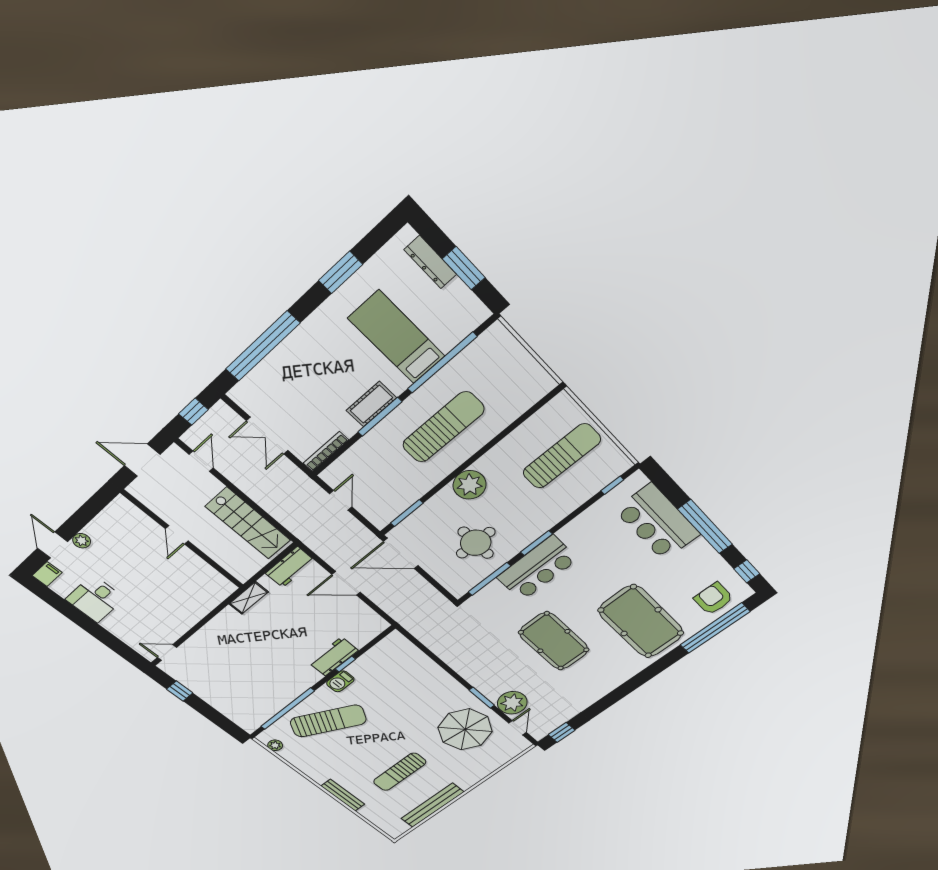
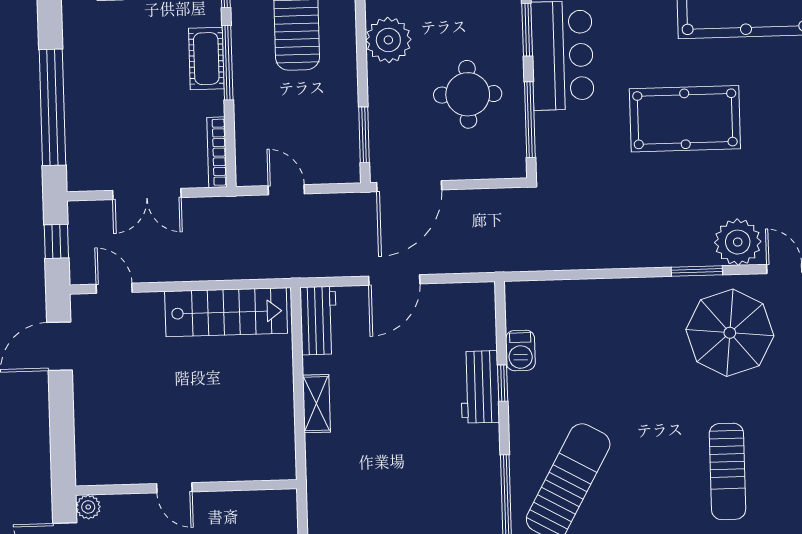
door: (177, 535) -> (174, 488), moved
wall: (183, 540) -> (186, 487), moved
barbecue: (340, 681) -> (520, 351), moved

